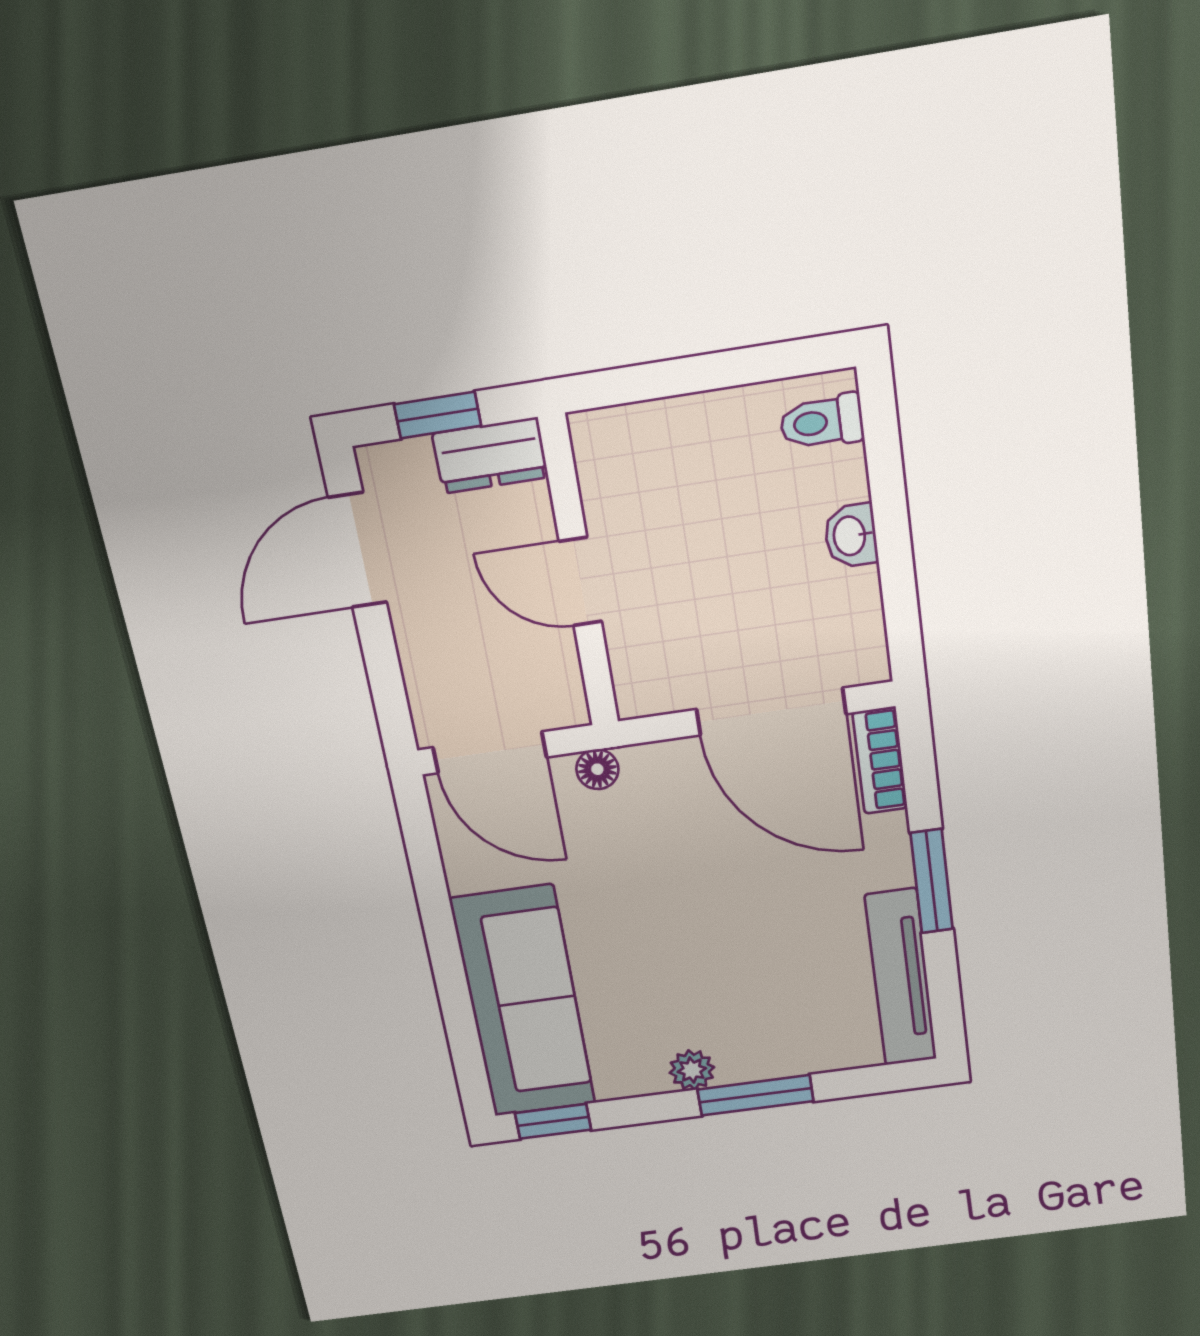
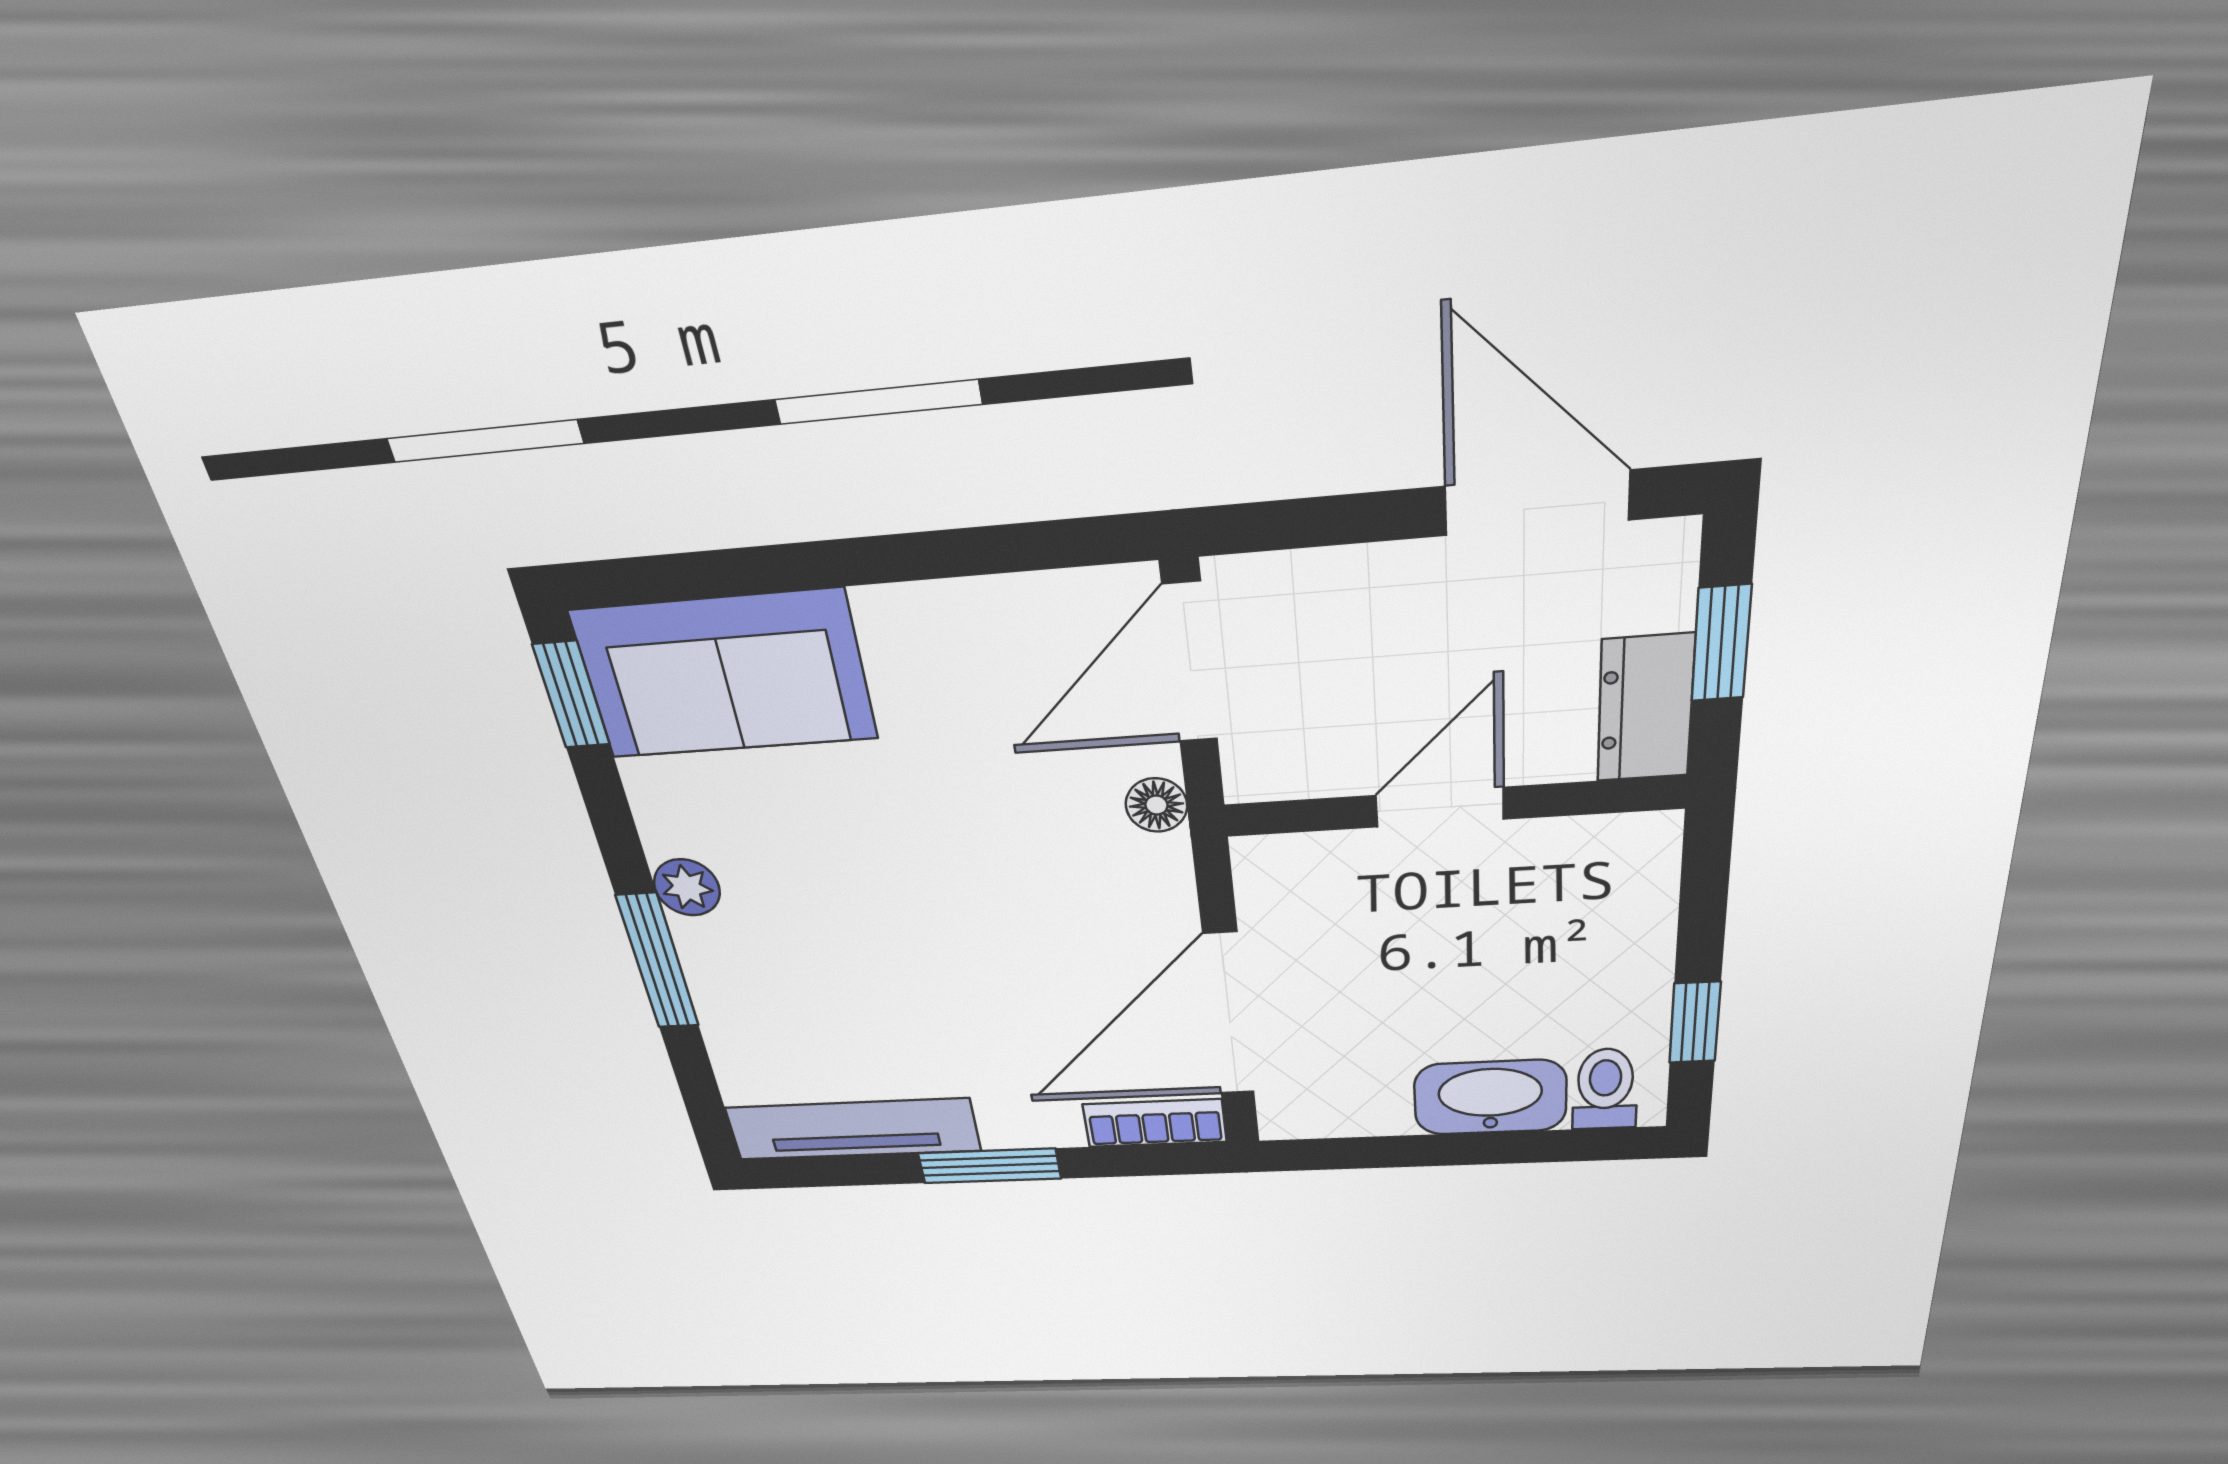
window: (751, 365) -> (1695, 1022), added
washbasin: (851, 536) -> (1490, 1097), width x1.91, depth x1.45
sofa: (523, 1002) -> (725, 675), width x0.73

